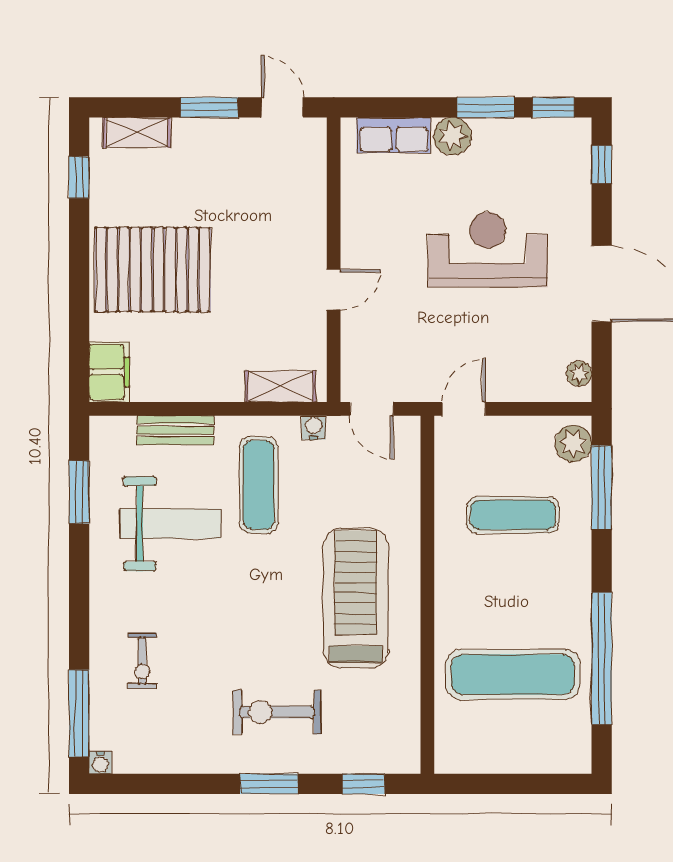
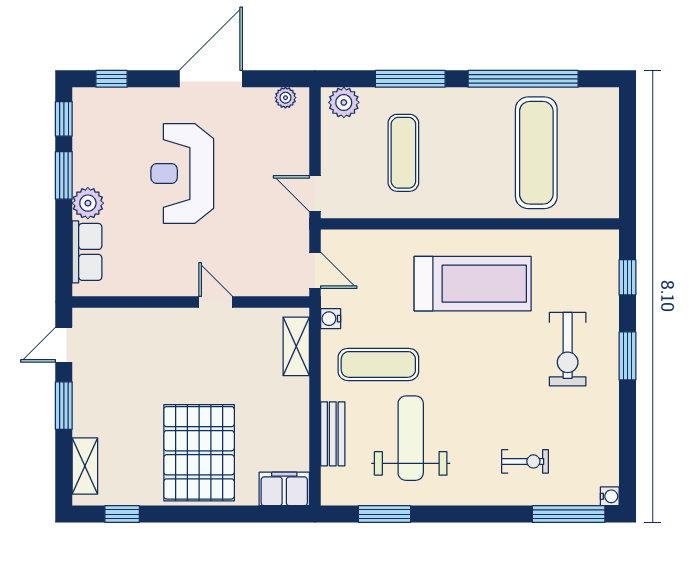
door: (372, 409) -> (315, 270), hinge flipped
window: (602, 488) -> (410, 79), moved
treadmill: (356, 598) -> (473, 284), turned 180

